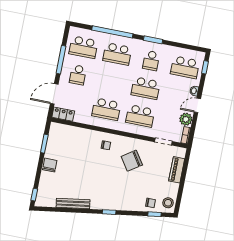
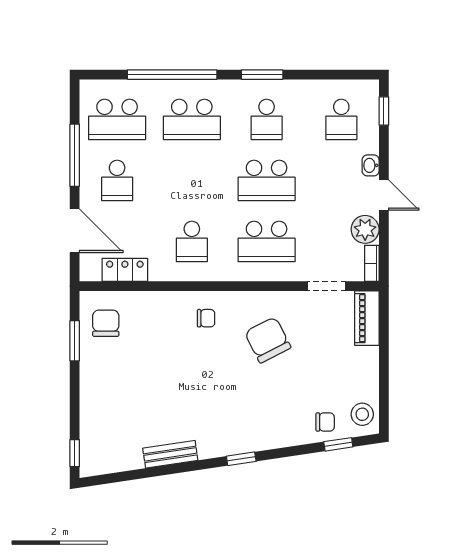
school desk: (185, 67) -> (341, 119), width x0.54
door: (54, 94) -> (75, 231), swing flipped
door: (197, 105) -> (384, 195), swing flipped
school desk: (106, 109) -> (192, 241), width x0.54
locker: (63, 114) -> (125, 270), moved
chair: (132, 161) -> (268, 340), turned 97
chair: (50, 165) -> (106, 323), moved
piano: (177, 170) -> (367, 318), moved
bench: (73, 203) -> (170, 454), width x0.73

